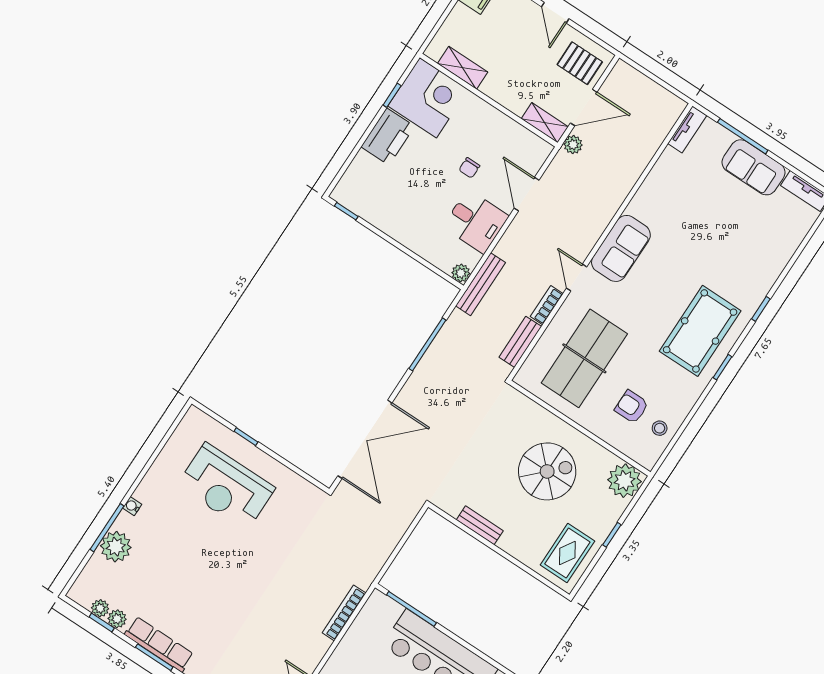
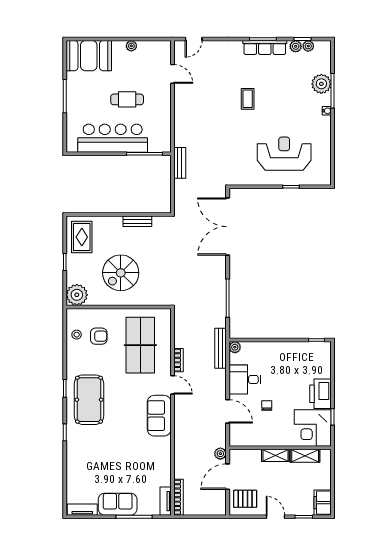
shelving: (545, 123) -> (275, 455), moved
bench: (520, 342) -> (180, 163), moved
coffee table: (227, 591) -> (248, 99), added
bookcase: (344, 613) -> (178, 497), moved

